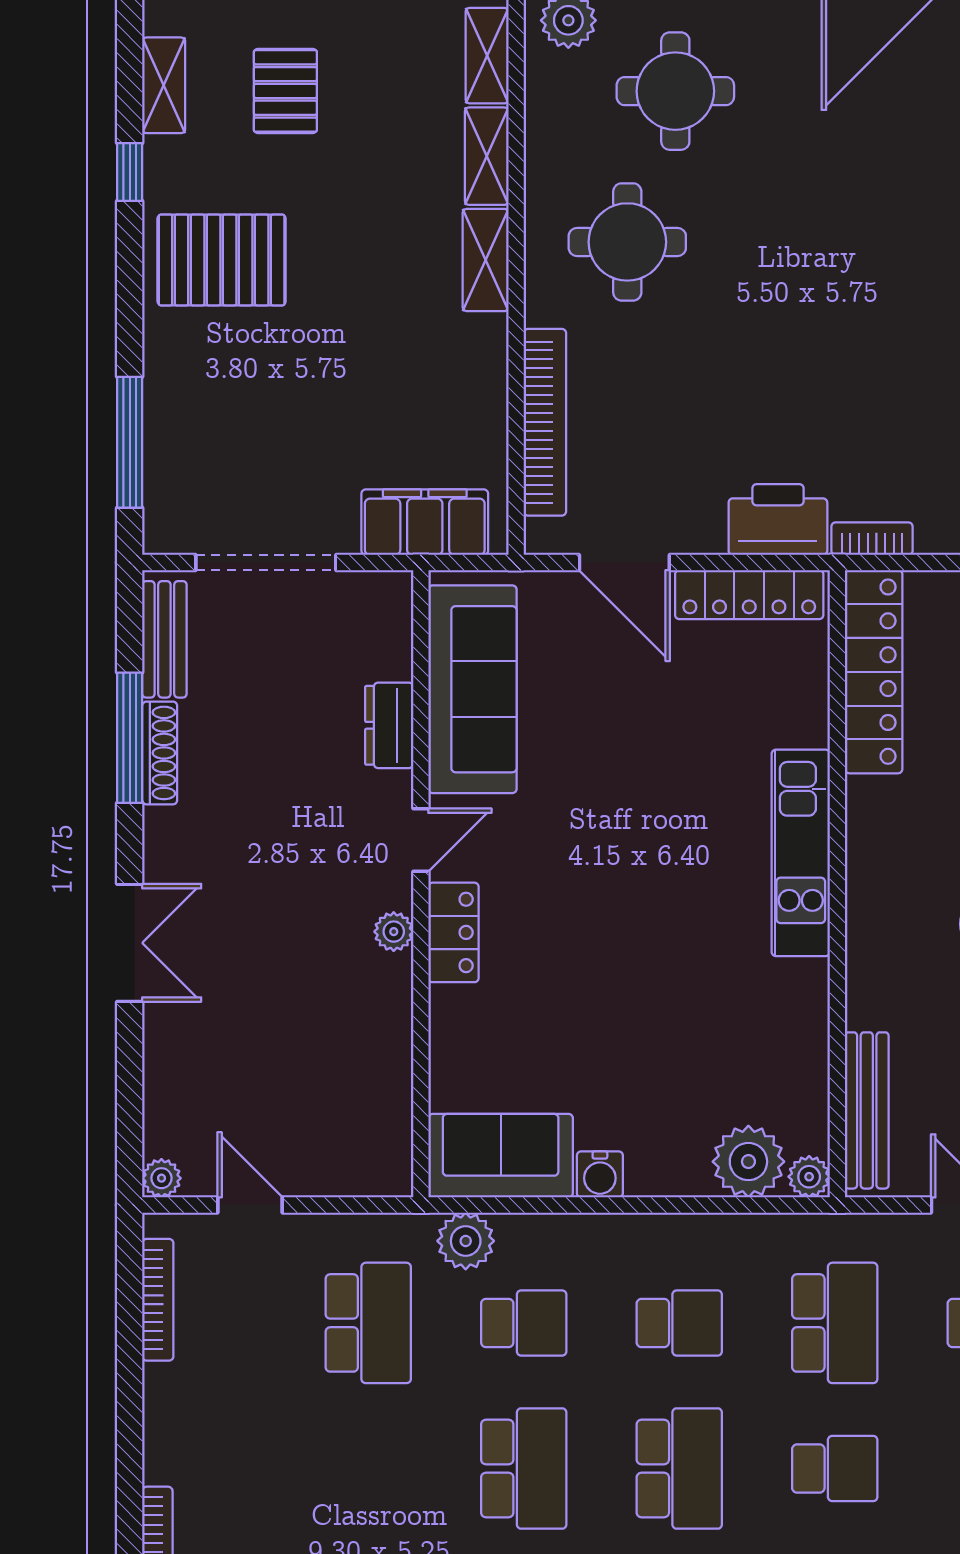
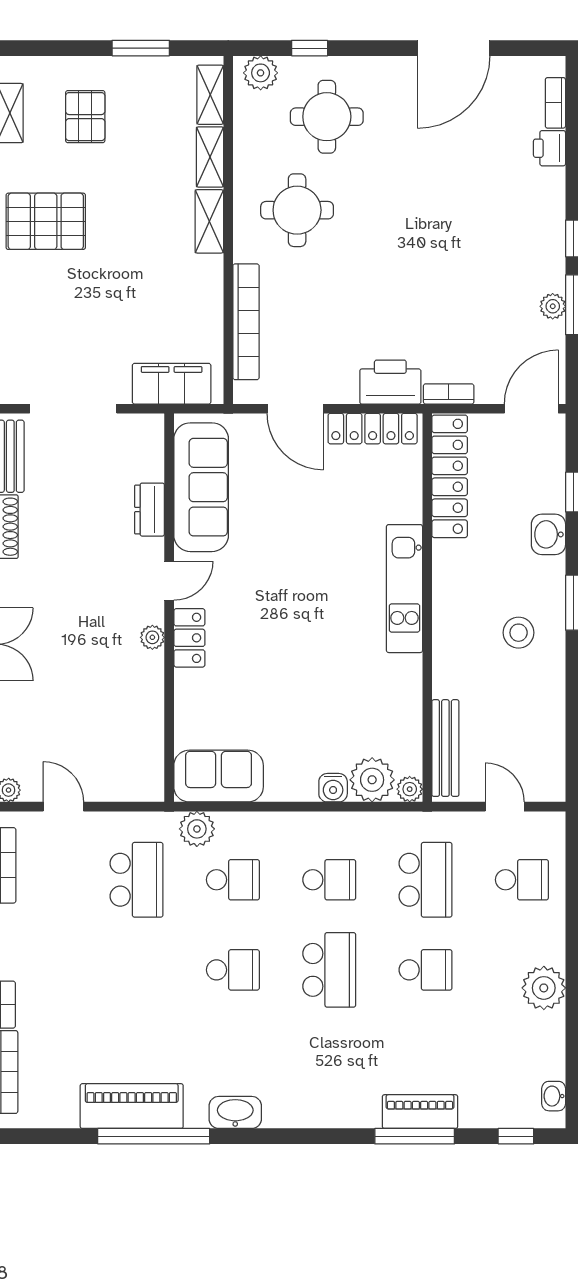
water cooler: (600, 1174) -> (333, 788), moved
school desk: (524, 1469) -> (233, 970), width x0.54

